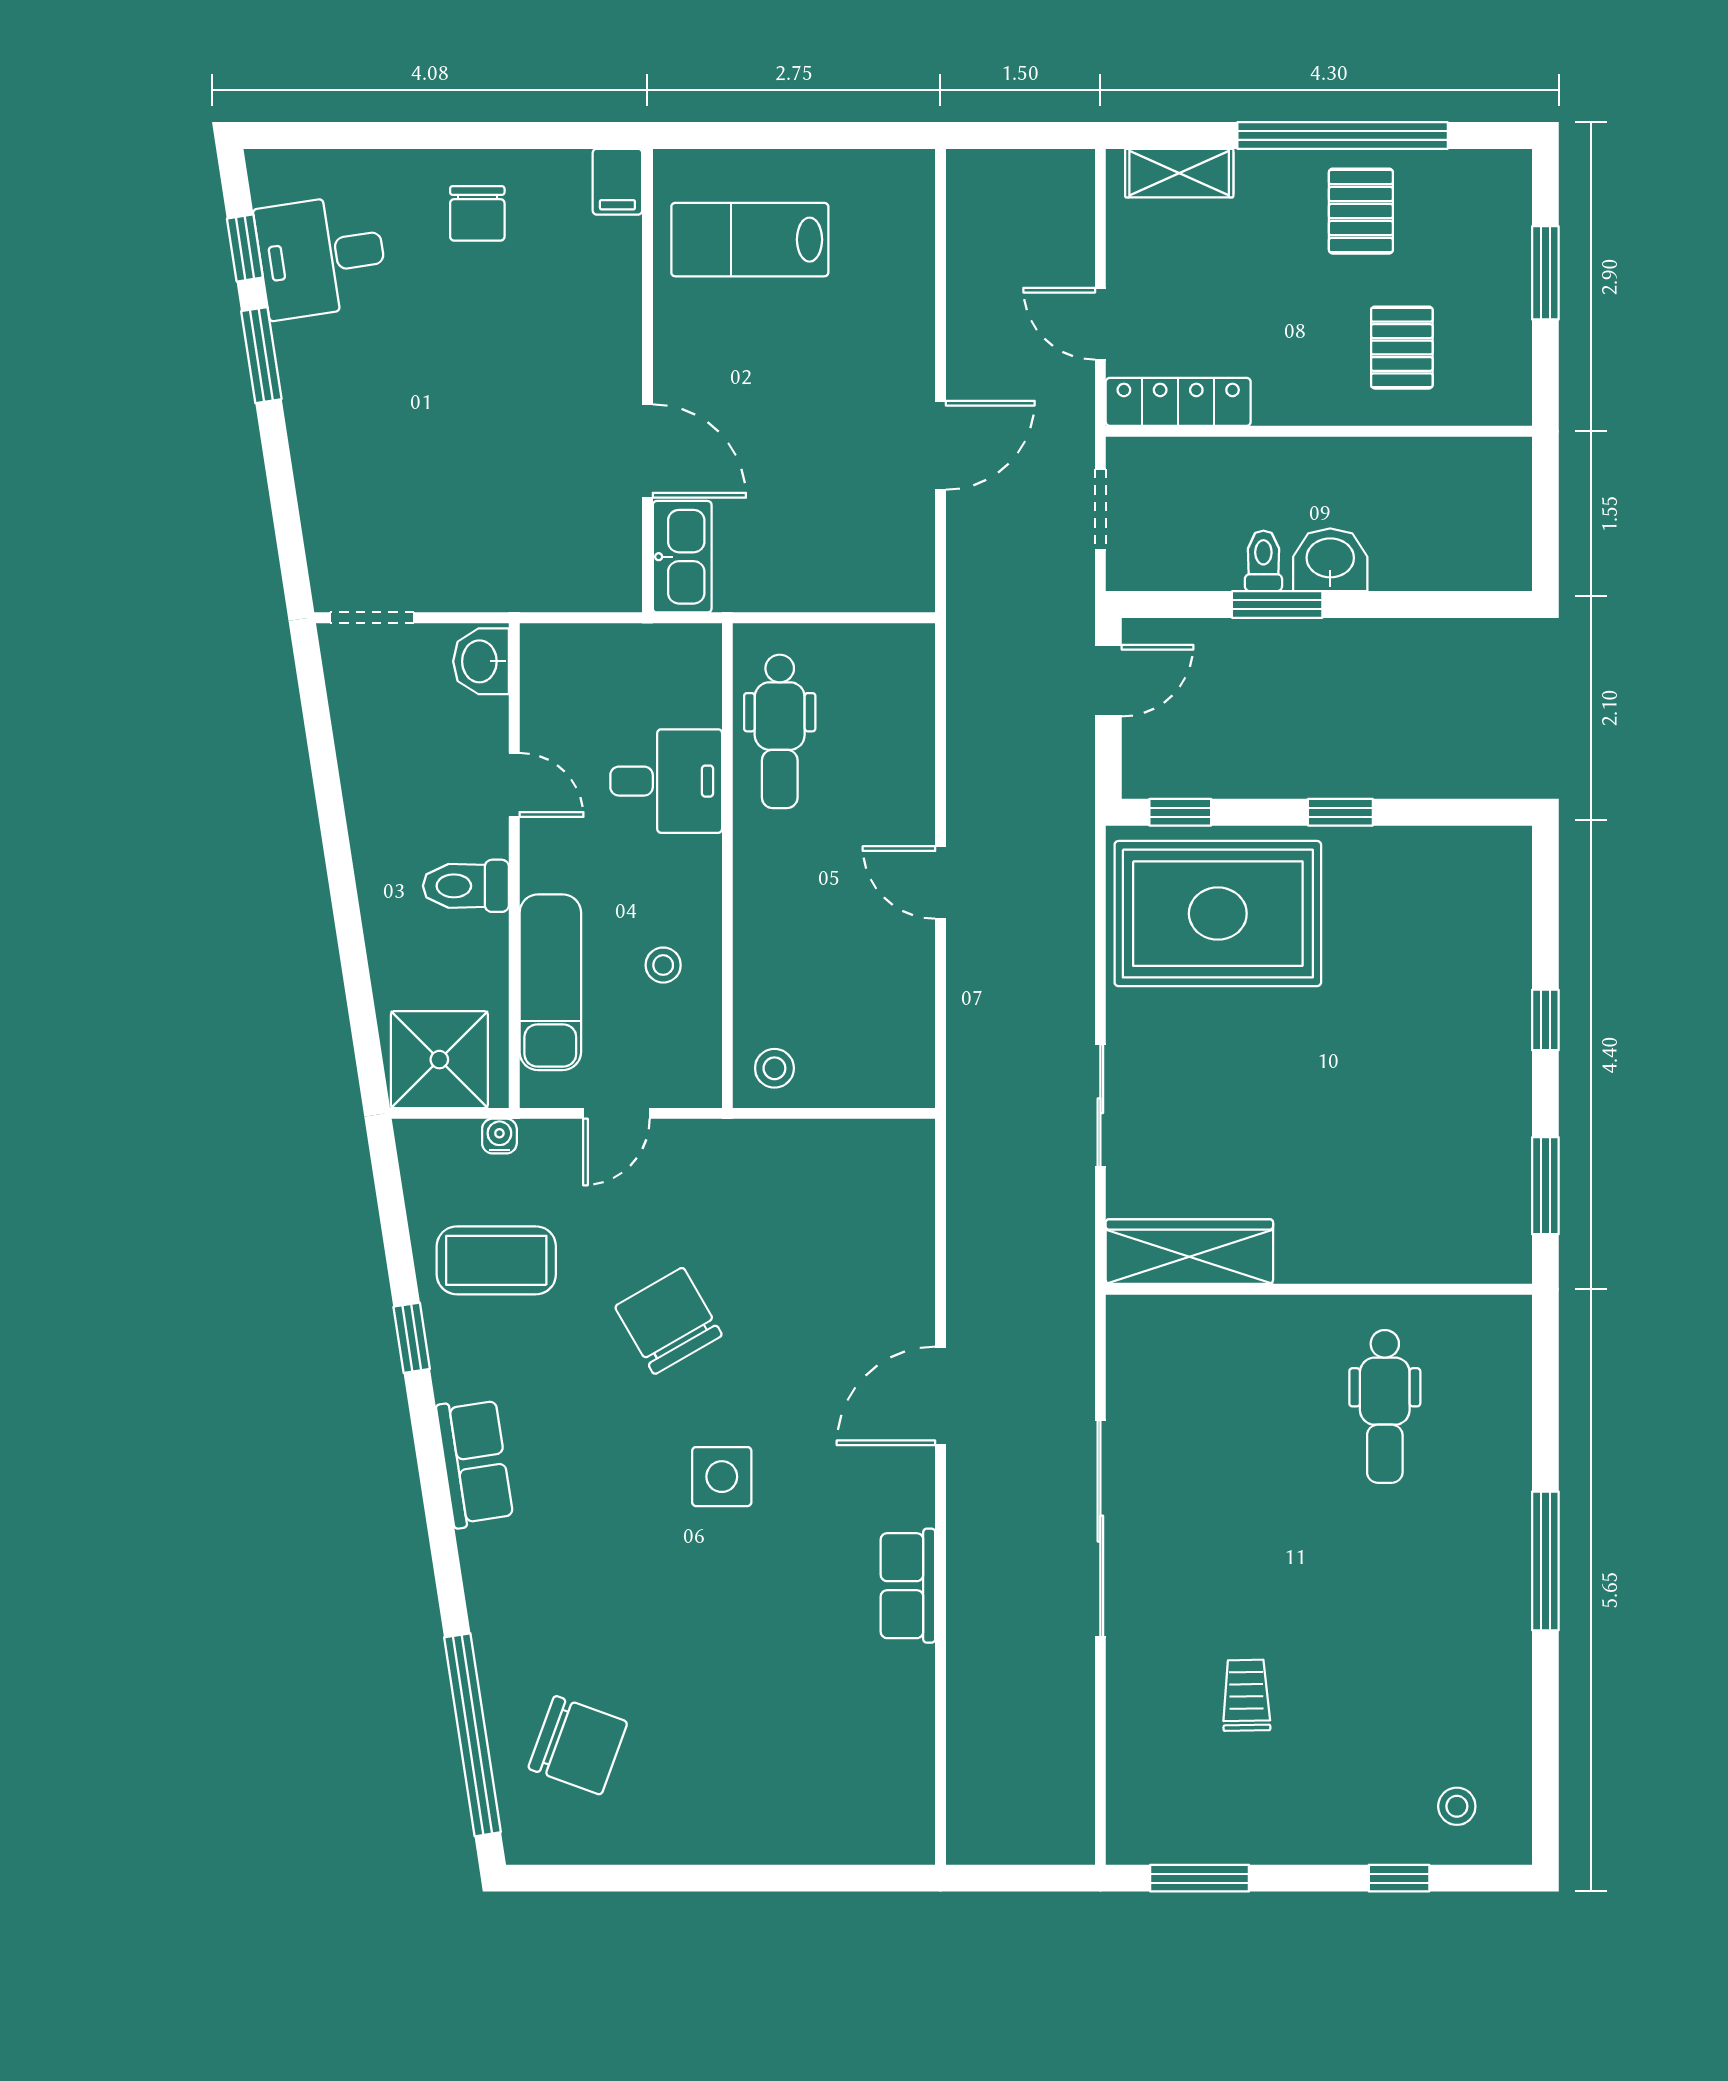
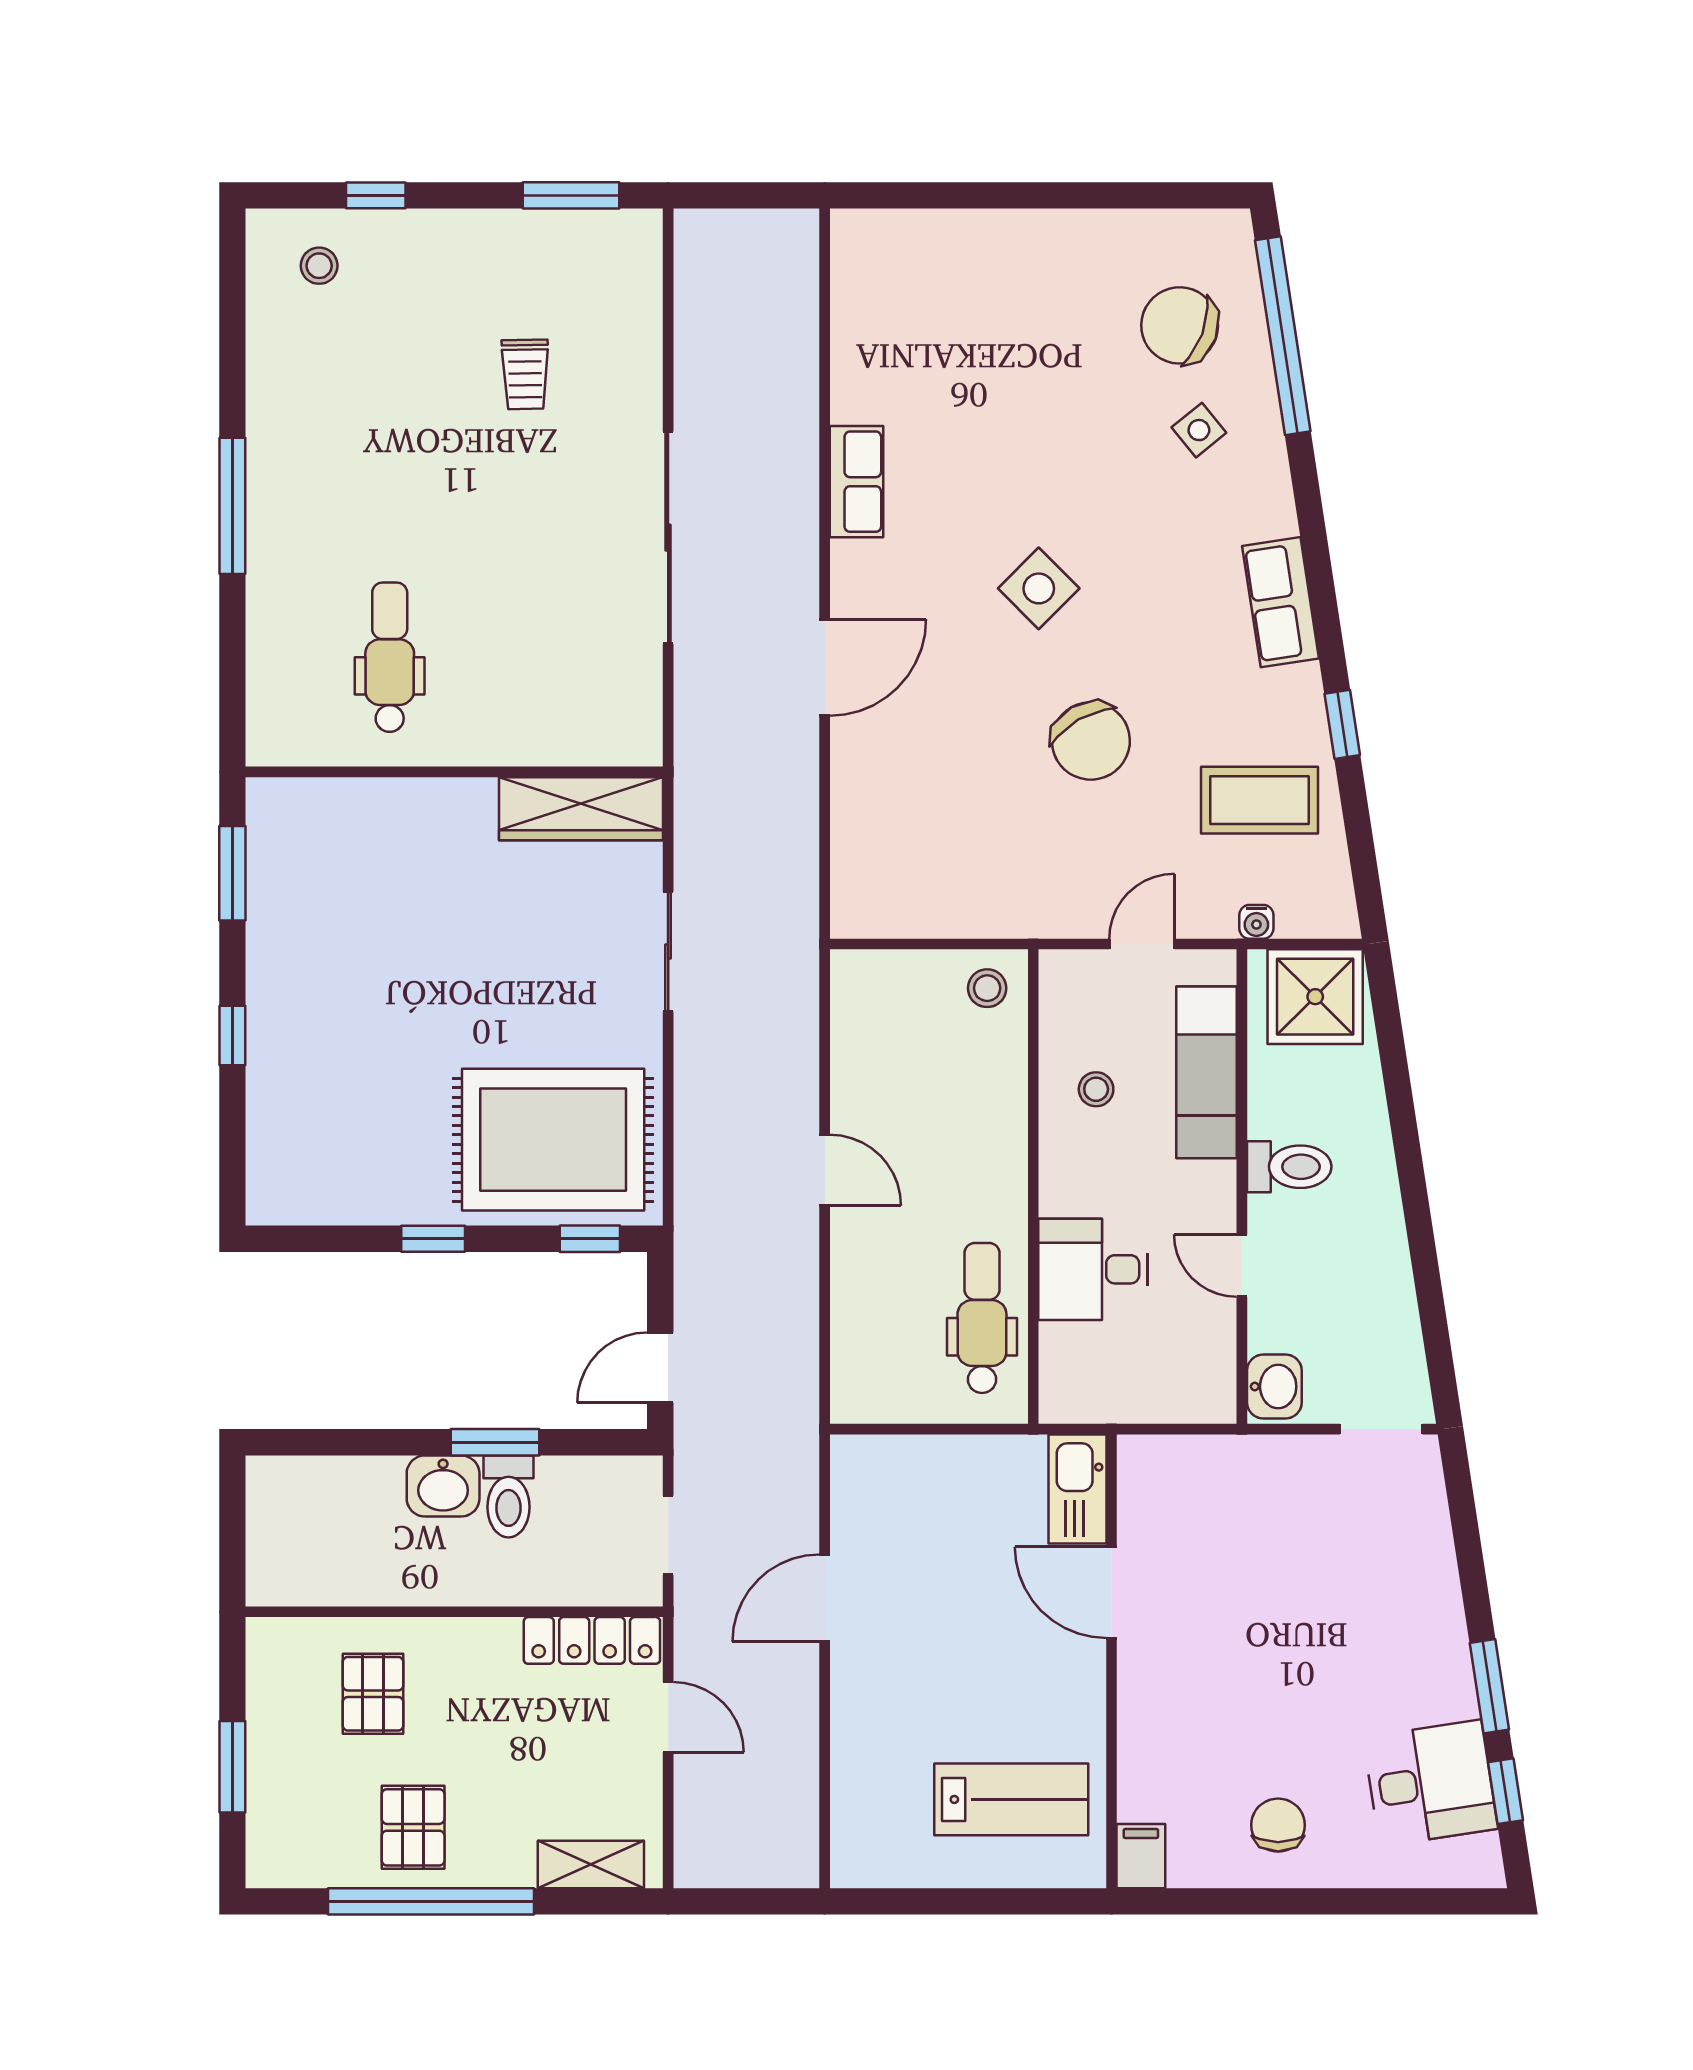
toilet: (1263, 561) -> (508, 1496), width x1.37, depth x1.39
side table: (722, 1477) -> (1039, 588), turned 45
side table: (558, 1638) -> (1199, 430), added

